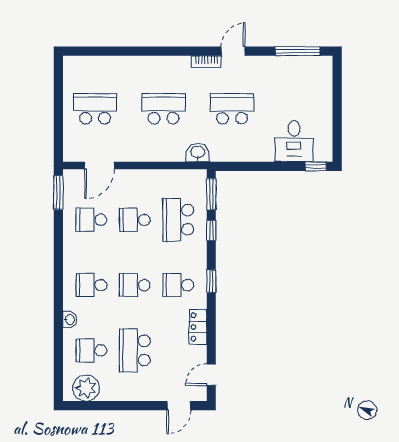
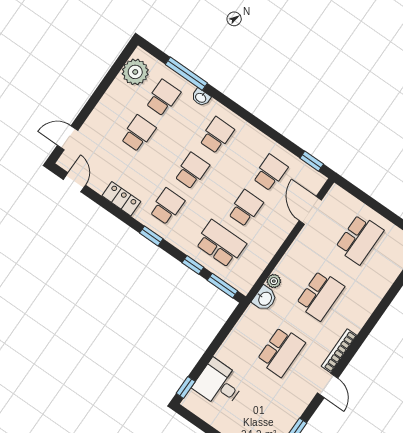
bookcase: (206, 62) -> (339, 351), width x1.56
plant: (178, 155) -> (274, 281), added
window: (58, 192) -> (312, 161), width x0.67
window: (58, 345) -> (186, 74), added
school desk: (135, 350) -> (138, 133), width x0.54
door: (179, 406) -> (68, 138), hinge flipped

